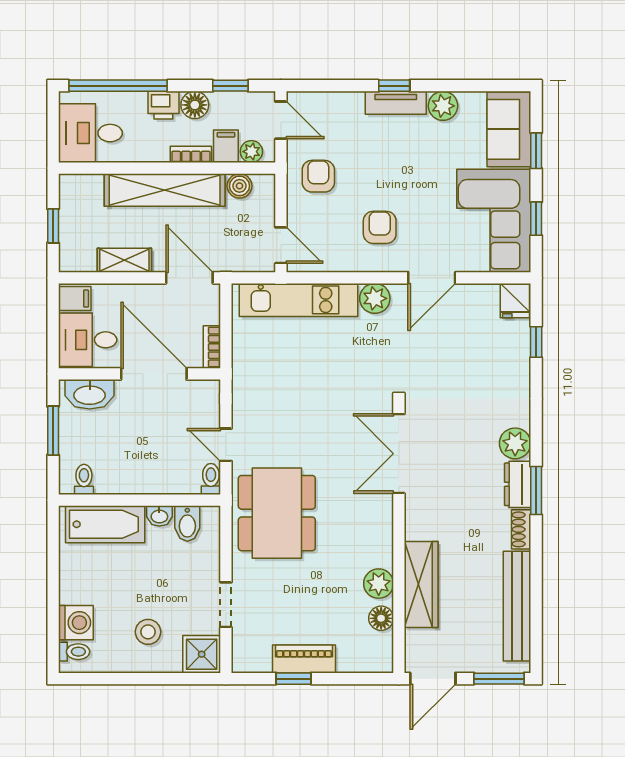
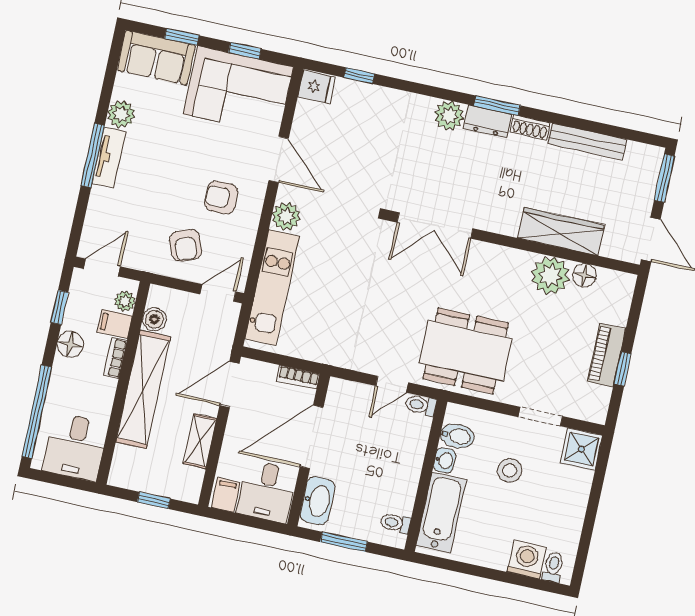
window: (394, 86) -> (93, 155), width x2.17
printer: (163, 105) -> (64, 374), removed
armchair: (318, 176) -> (185, 245), moved, turned -110
plant: (379, 584) -> (551, 276), width x1.36, depth x1.36
bench: (517, 606) -> (587, 142), width x0.73, depth x0.82
stool: (148, 632) -> (510, 470), moved

